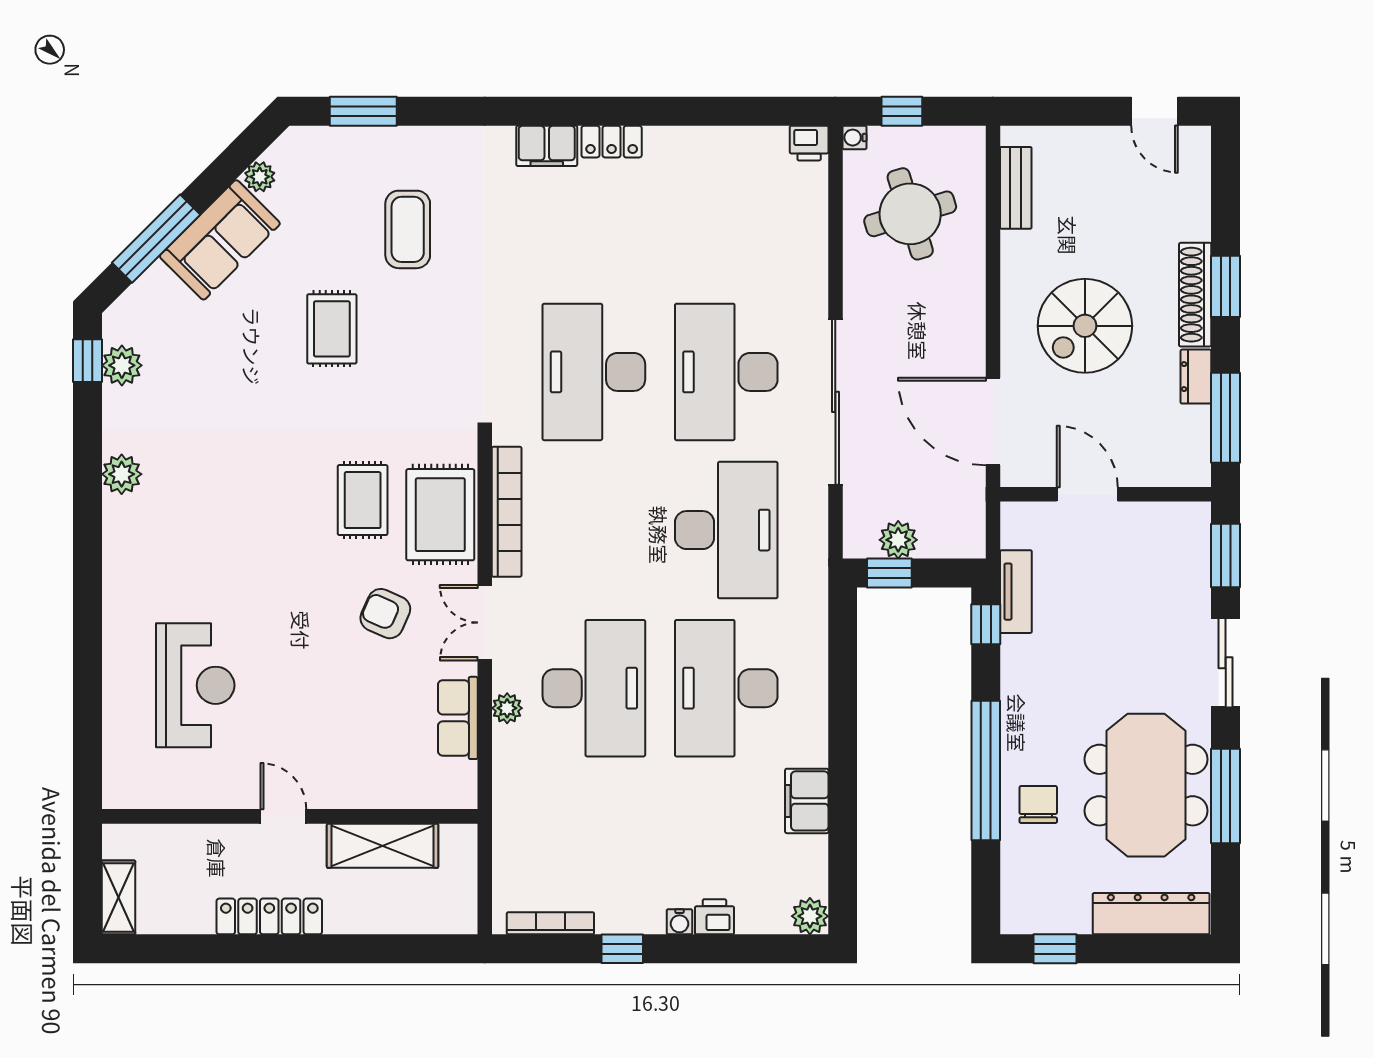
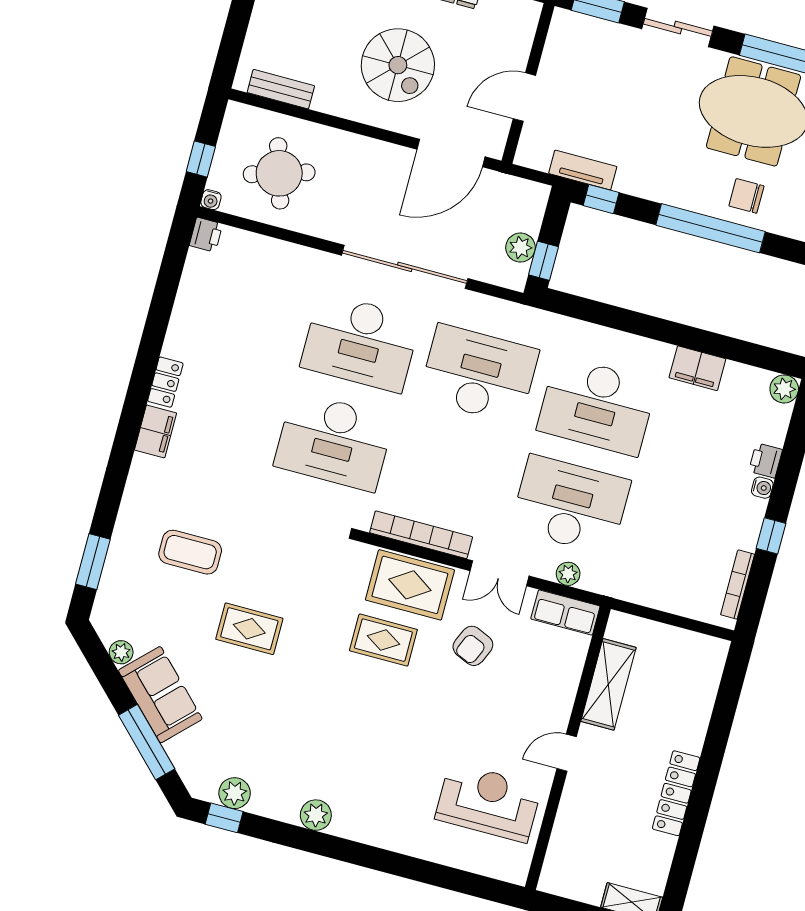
door: (283, 816) -> (567, 753), moved
wall: (290, 816) -> (568, 748), moved
shelving: (383, 846) -> (608, 684), moved

